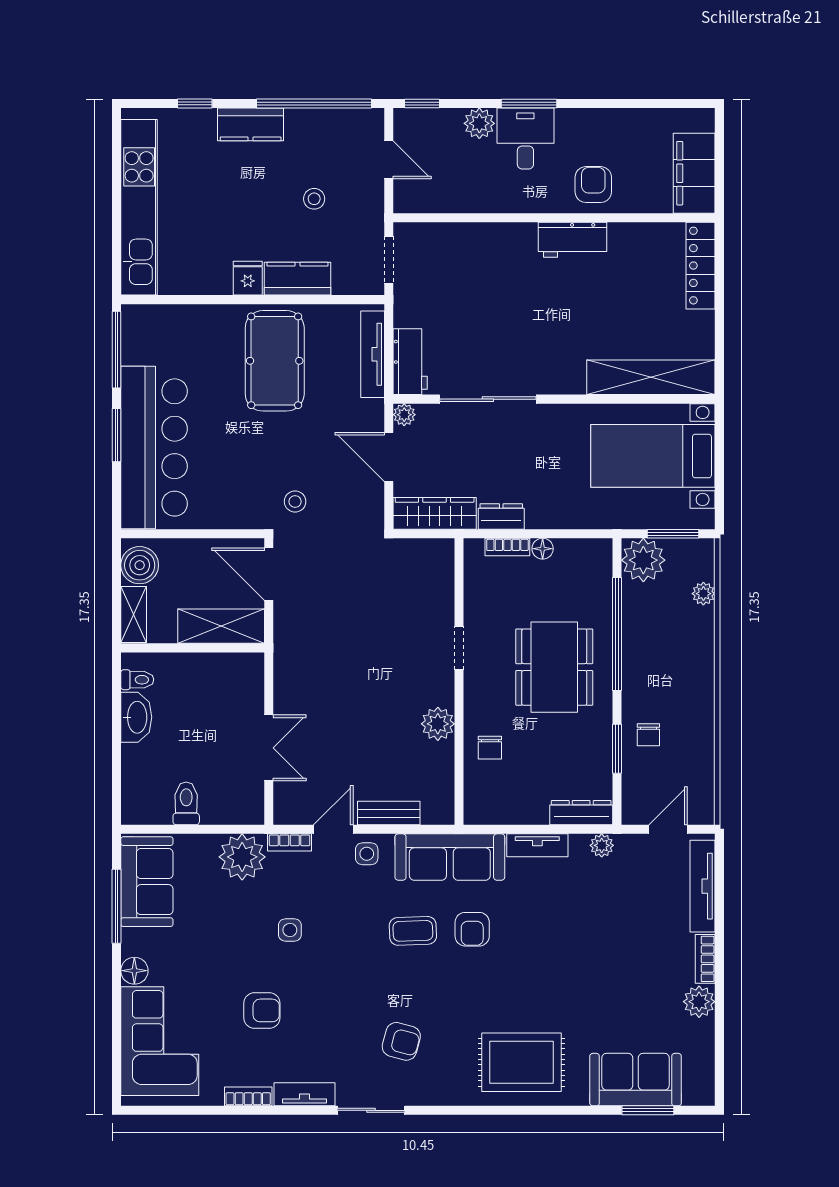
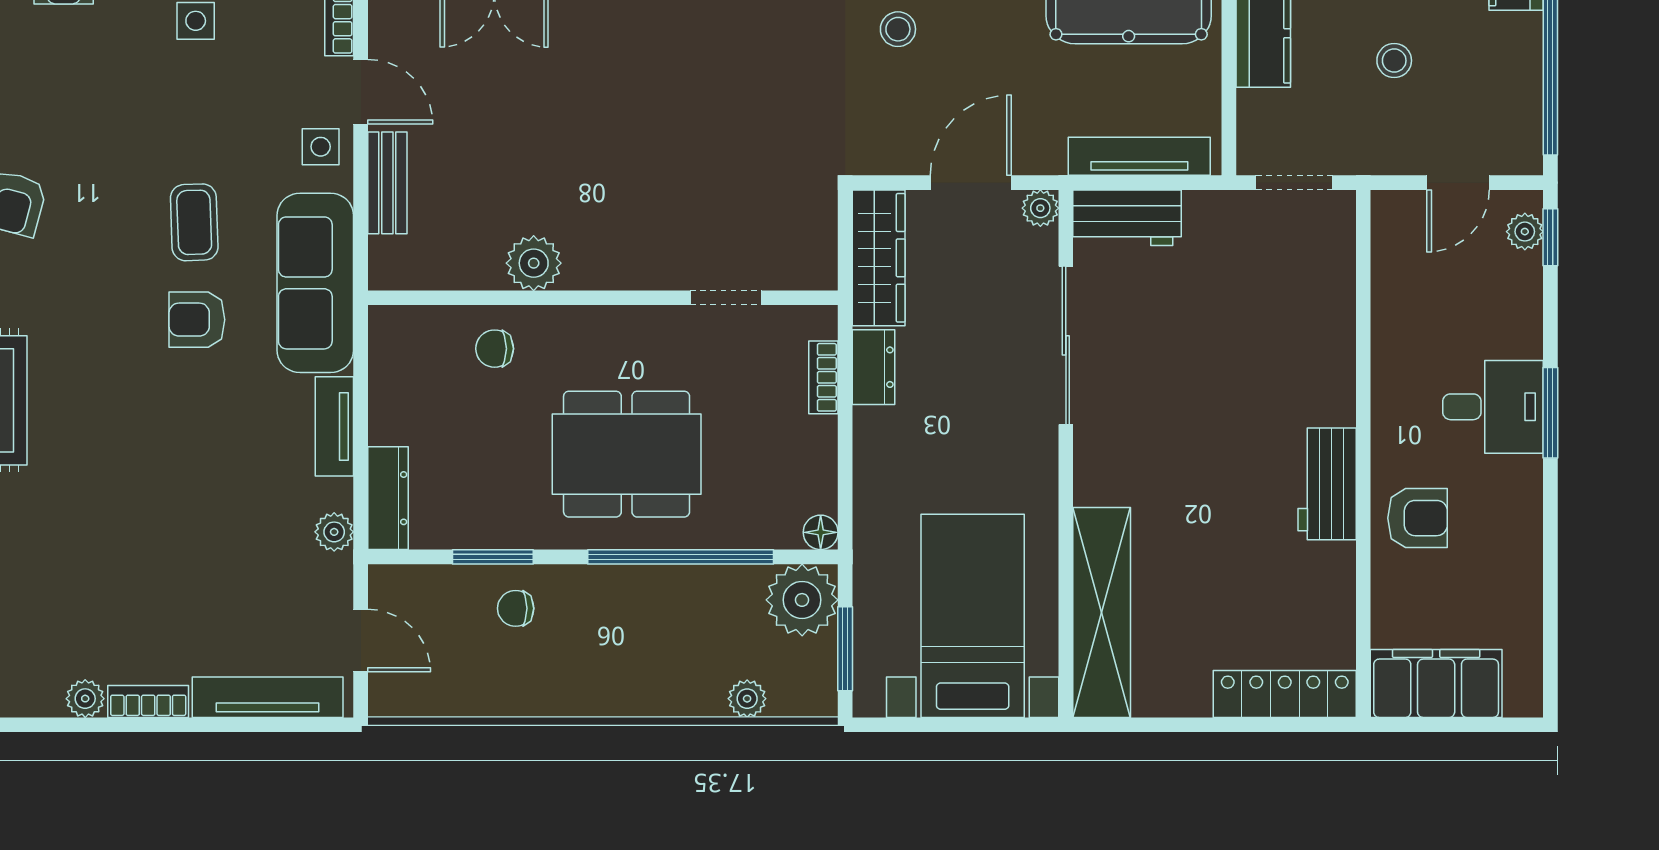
plant: (479, 123) -> (1525, 232), moved, width x0.73, depth x0.73
floor lamp: (543, 549) -> (821, 532), moved
doorway: (459, 648) -> (726, 298), moved
plant: (699, 1002) -> (85, 699), width x0.73, depth x0.73

